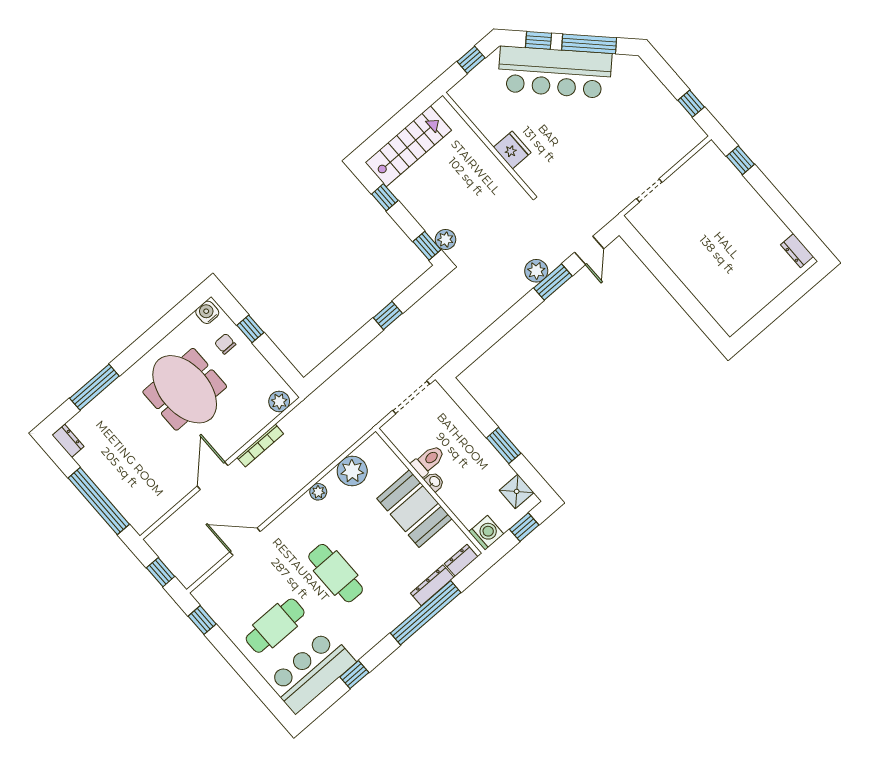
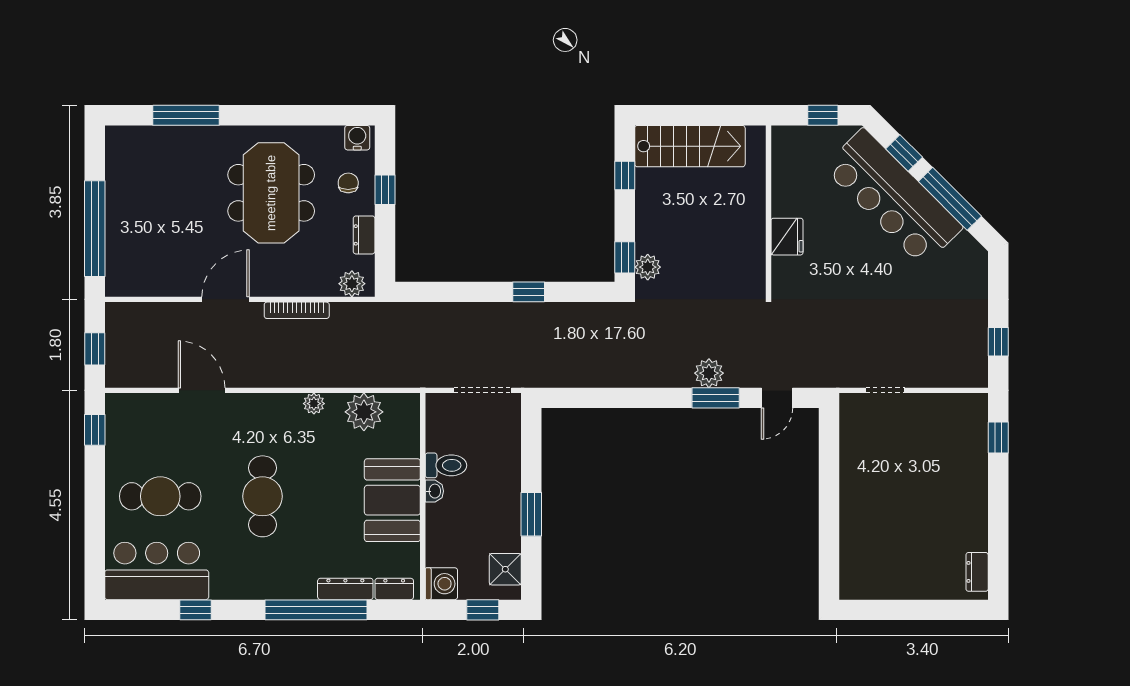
dresser: (68, 441) -> (364, 235), moved, turned 180

